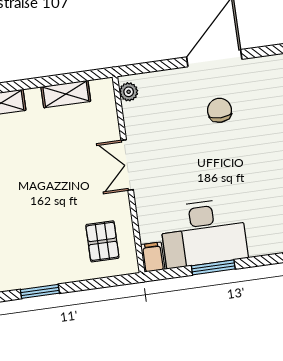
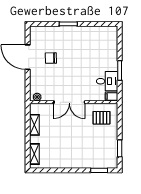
double door: (127, 165) -> (69, 102), width x1.37
desk: (203, 233) -> (107, 81), width x0.53, depth x0.77

